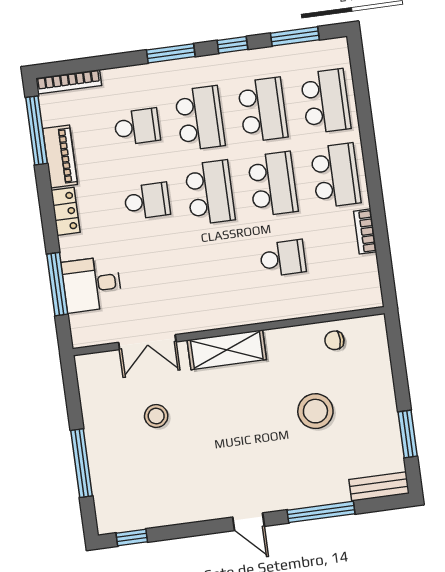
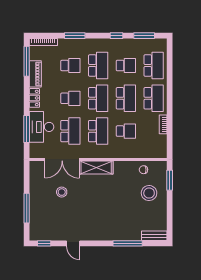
window: (171, 53) -> (75, 36), moved
school desk: (263, 110) -> (126, 66), width x0.54
school desk: (220, 267) -> (98, 131), added
school desk: (157, 275) -> (70, 131), added
desk: (92, 284) -> (42, 127), width x1.37
double door: (147, 342) -> (62, 159), width x1.37
stool: (315, 411) -> (149, 193), moved
window: (408, 434) -> (170, 180), moved
door: (248, 522) -> (73, 243), moved

